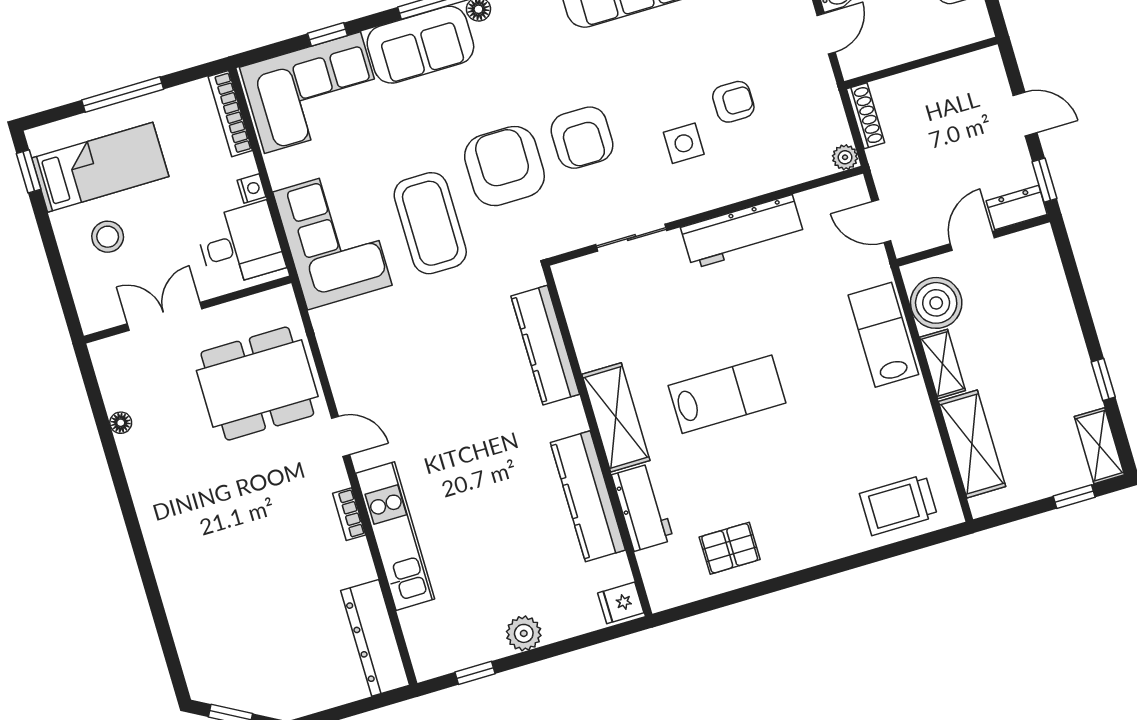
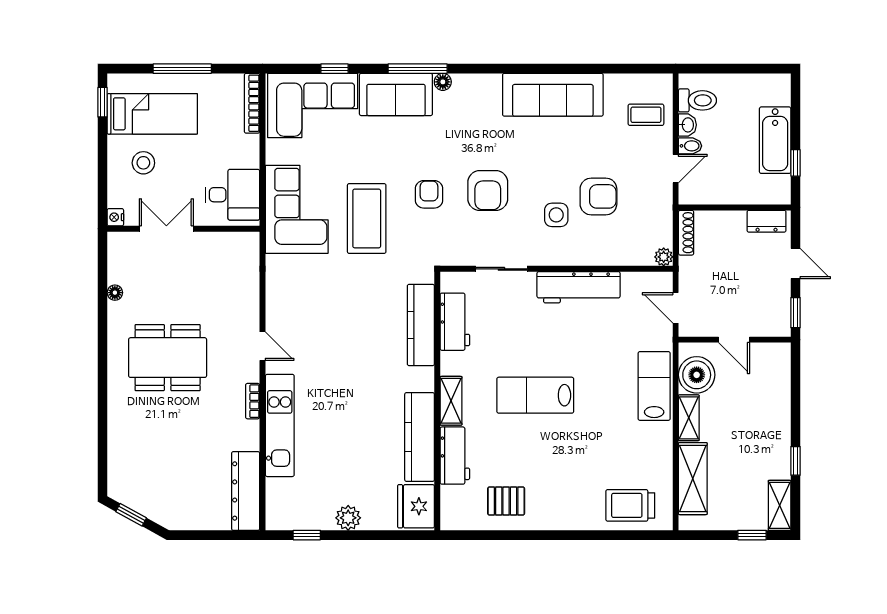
armchair: (733, 102) -> (598, 196), width x1.38, depth x1.38
armchair: (504, 166) -> (429, 194), width x0.53, depth x0.53
nightstand: (252, 189) -> (115, 217), moved, turned 180
dresser: (1017, 208) -> (767, 221), moved, turned 180
door: (972, 241) -> (734, 340), swing flipped
workbench: (590, 327) -> (455, 322), added
dining table: (257, 384) -> (168, 358), moved
lab bench: (727, 394) -> (535, 395), turned 180
shelving: (616, 417) -> (451, 401), width x0.67, depth x0.75
fridge: (621, 603) -> (416, 506), width x1.88, depth x1.34

